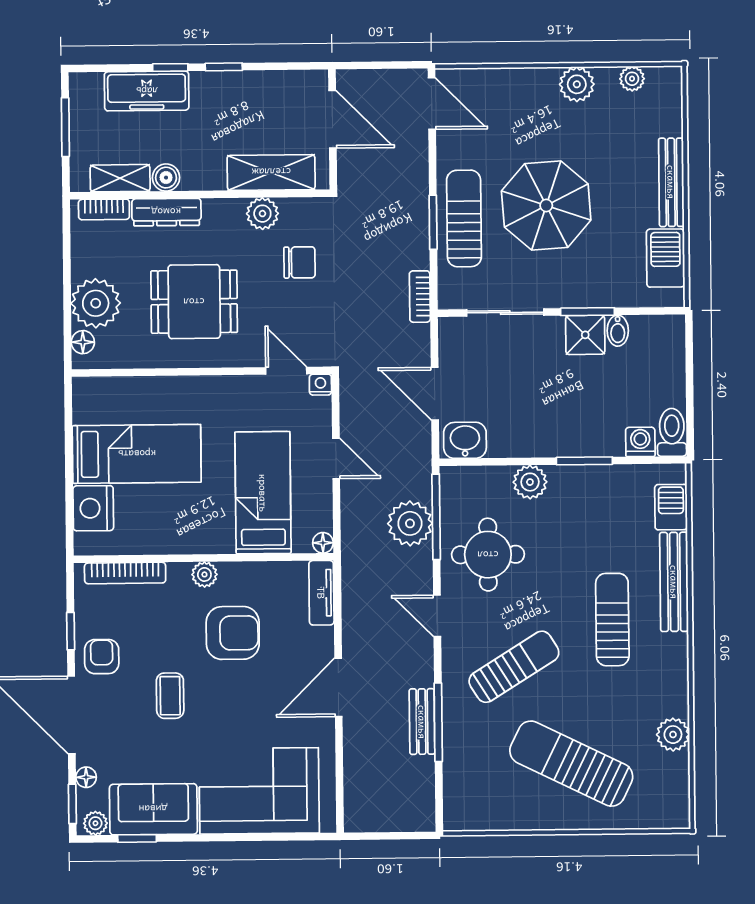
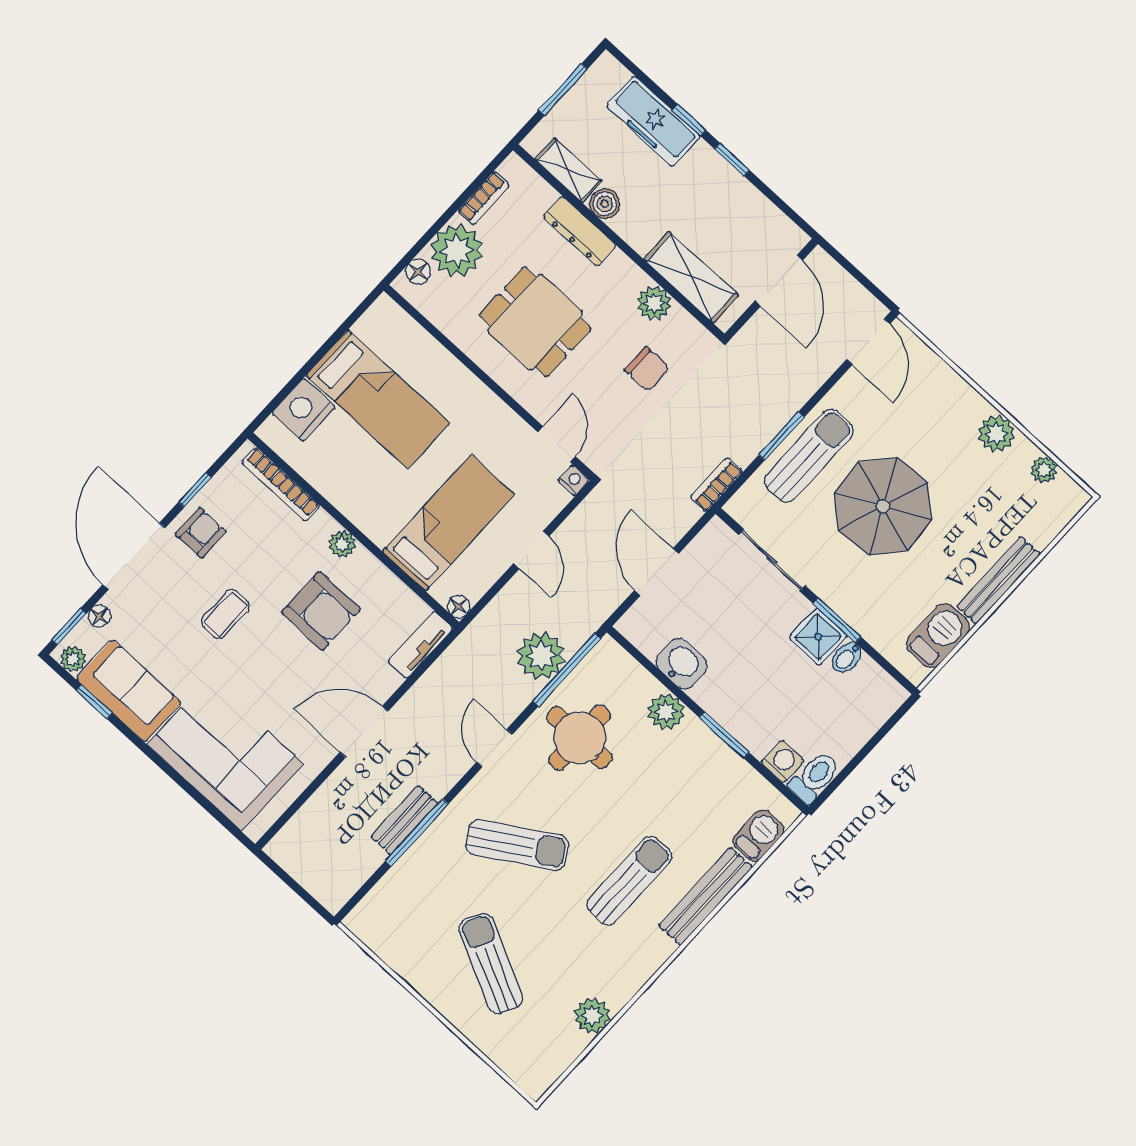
bookcase: (104, 209) -> (484, 198), moved, turned -90
washbasin: (465, 440) -> (681, 664), moved
sun lounger: (571, 764) -> (491, 963), width x0.73, depth x0.75

